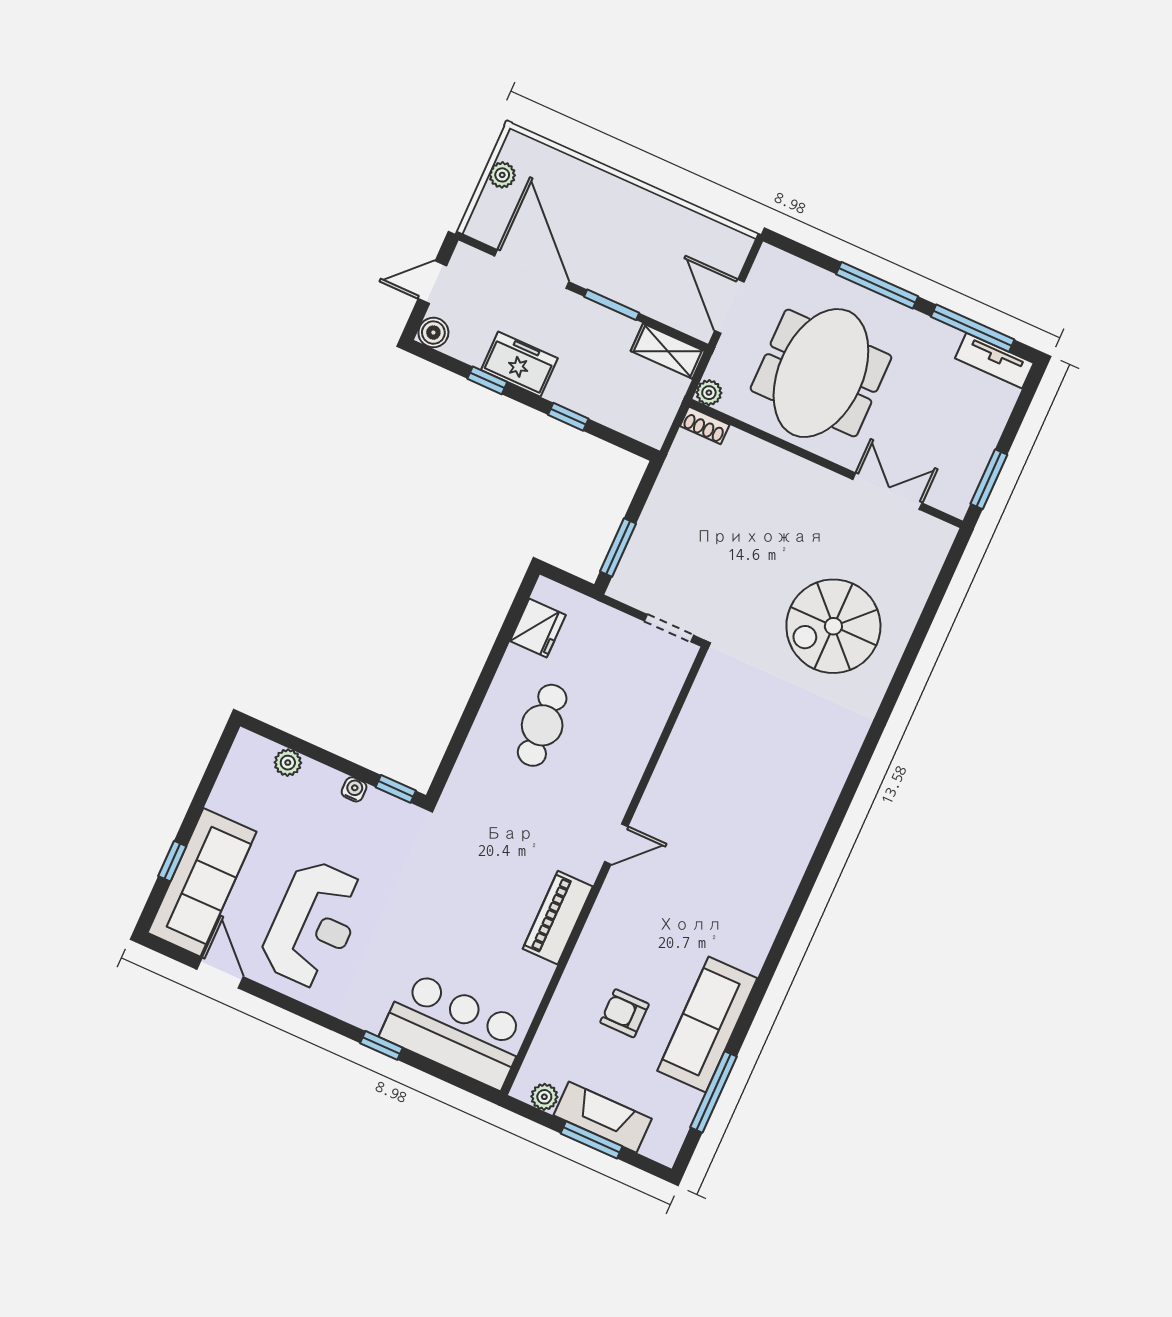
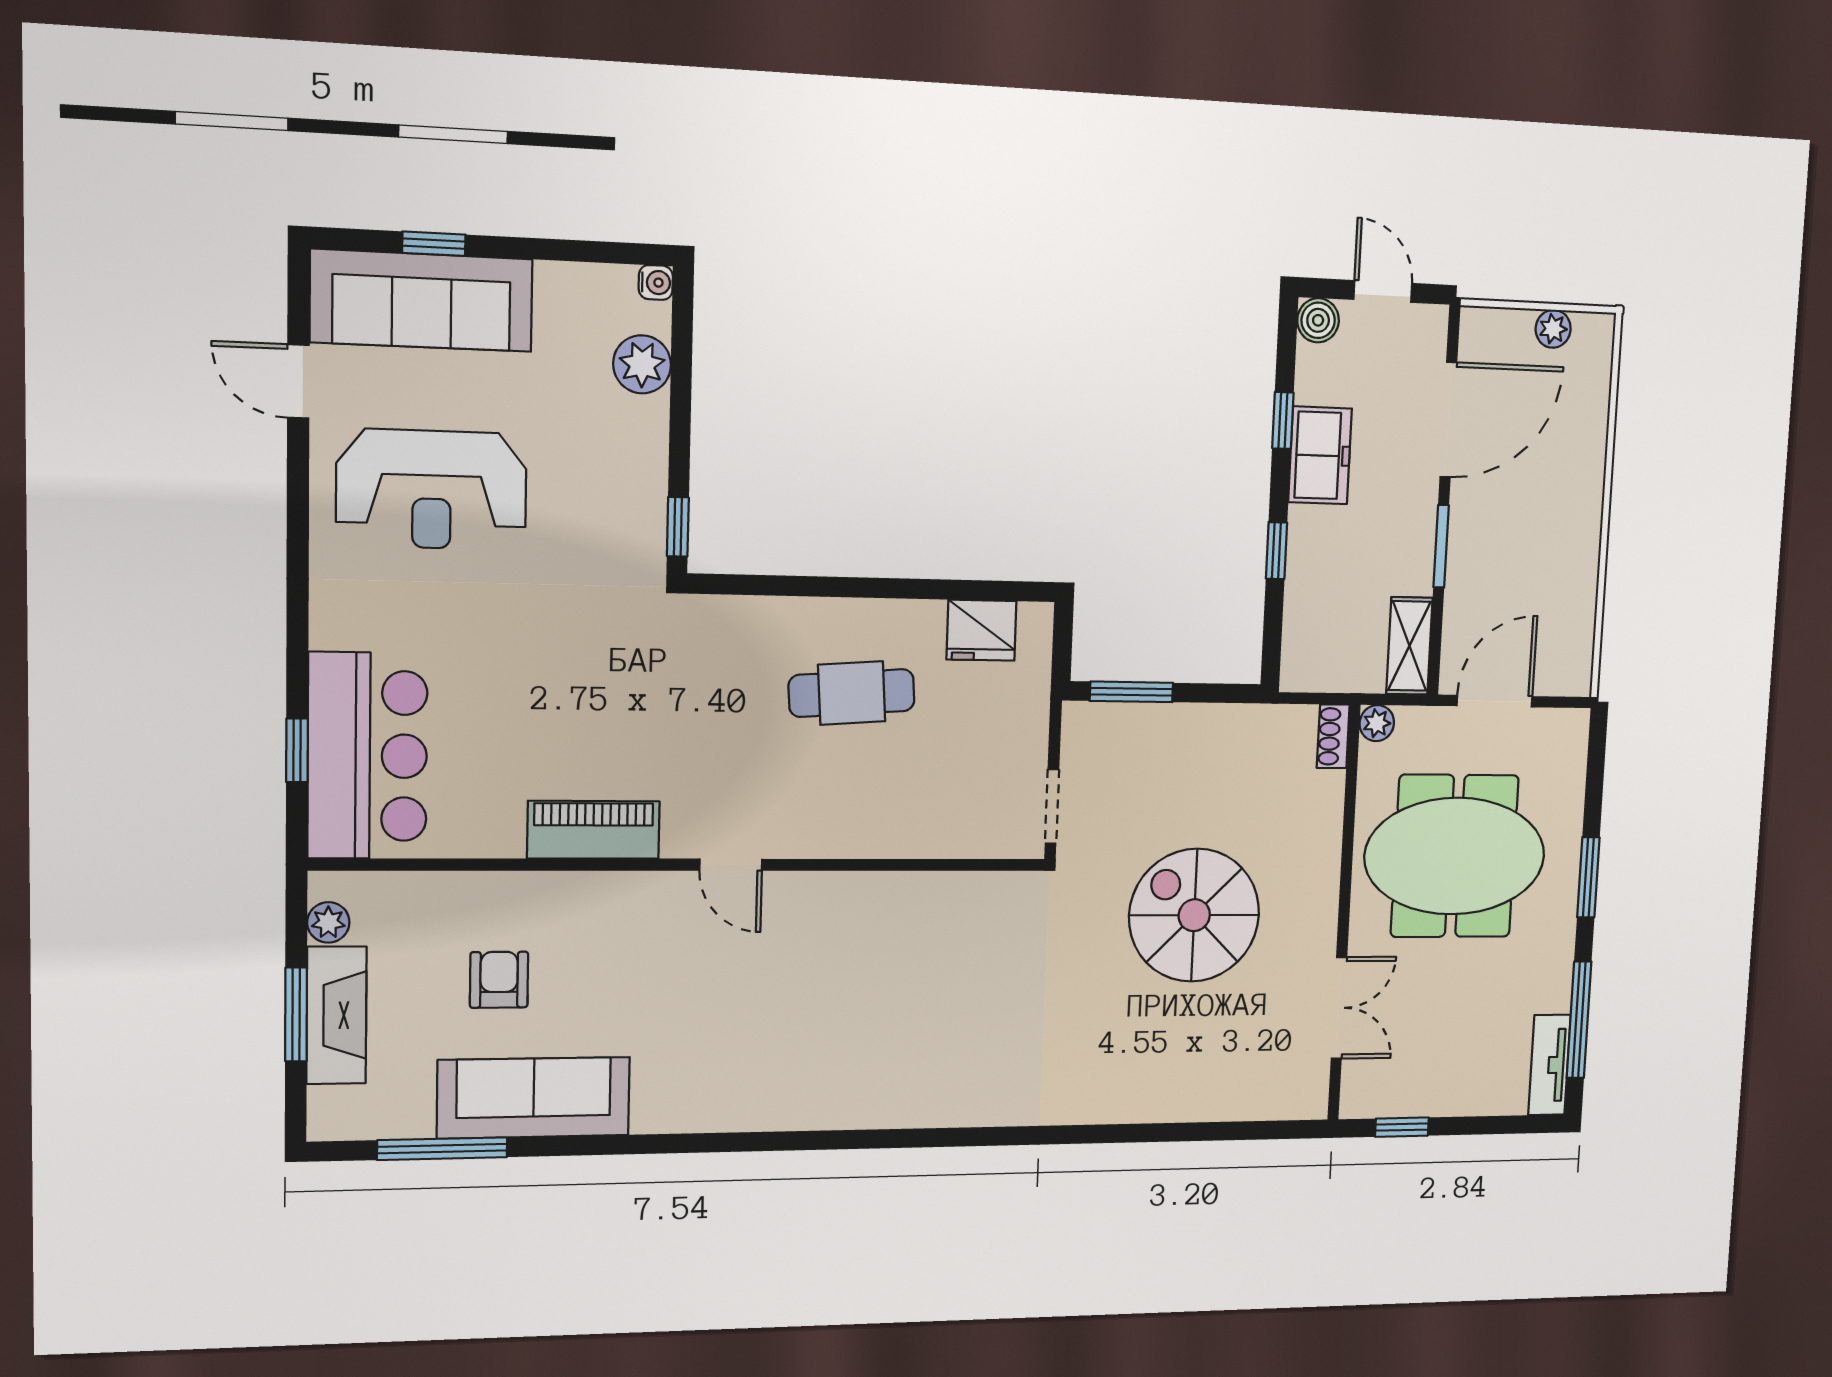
window: (877, 285) -> (1588, 877), width x0.69
window: (989, 479) -> (1402, 1127), width x0.67
spiral stairs: (833, 626) -> (1194, 915), moved
plant: (288, 763) -> (642, 364), width x1.38, depth x1.38
water cooler: (354, 789) -> (656, 282), moved
door: (220, 973) -> (298, 381), swing flipped
window: (381, 1045) -> (297, 750), moved

